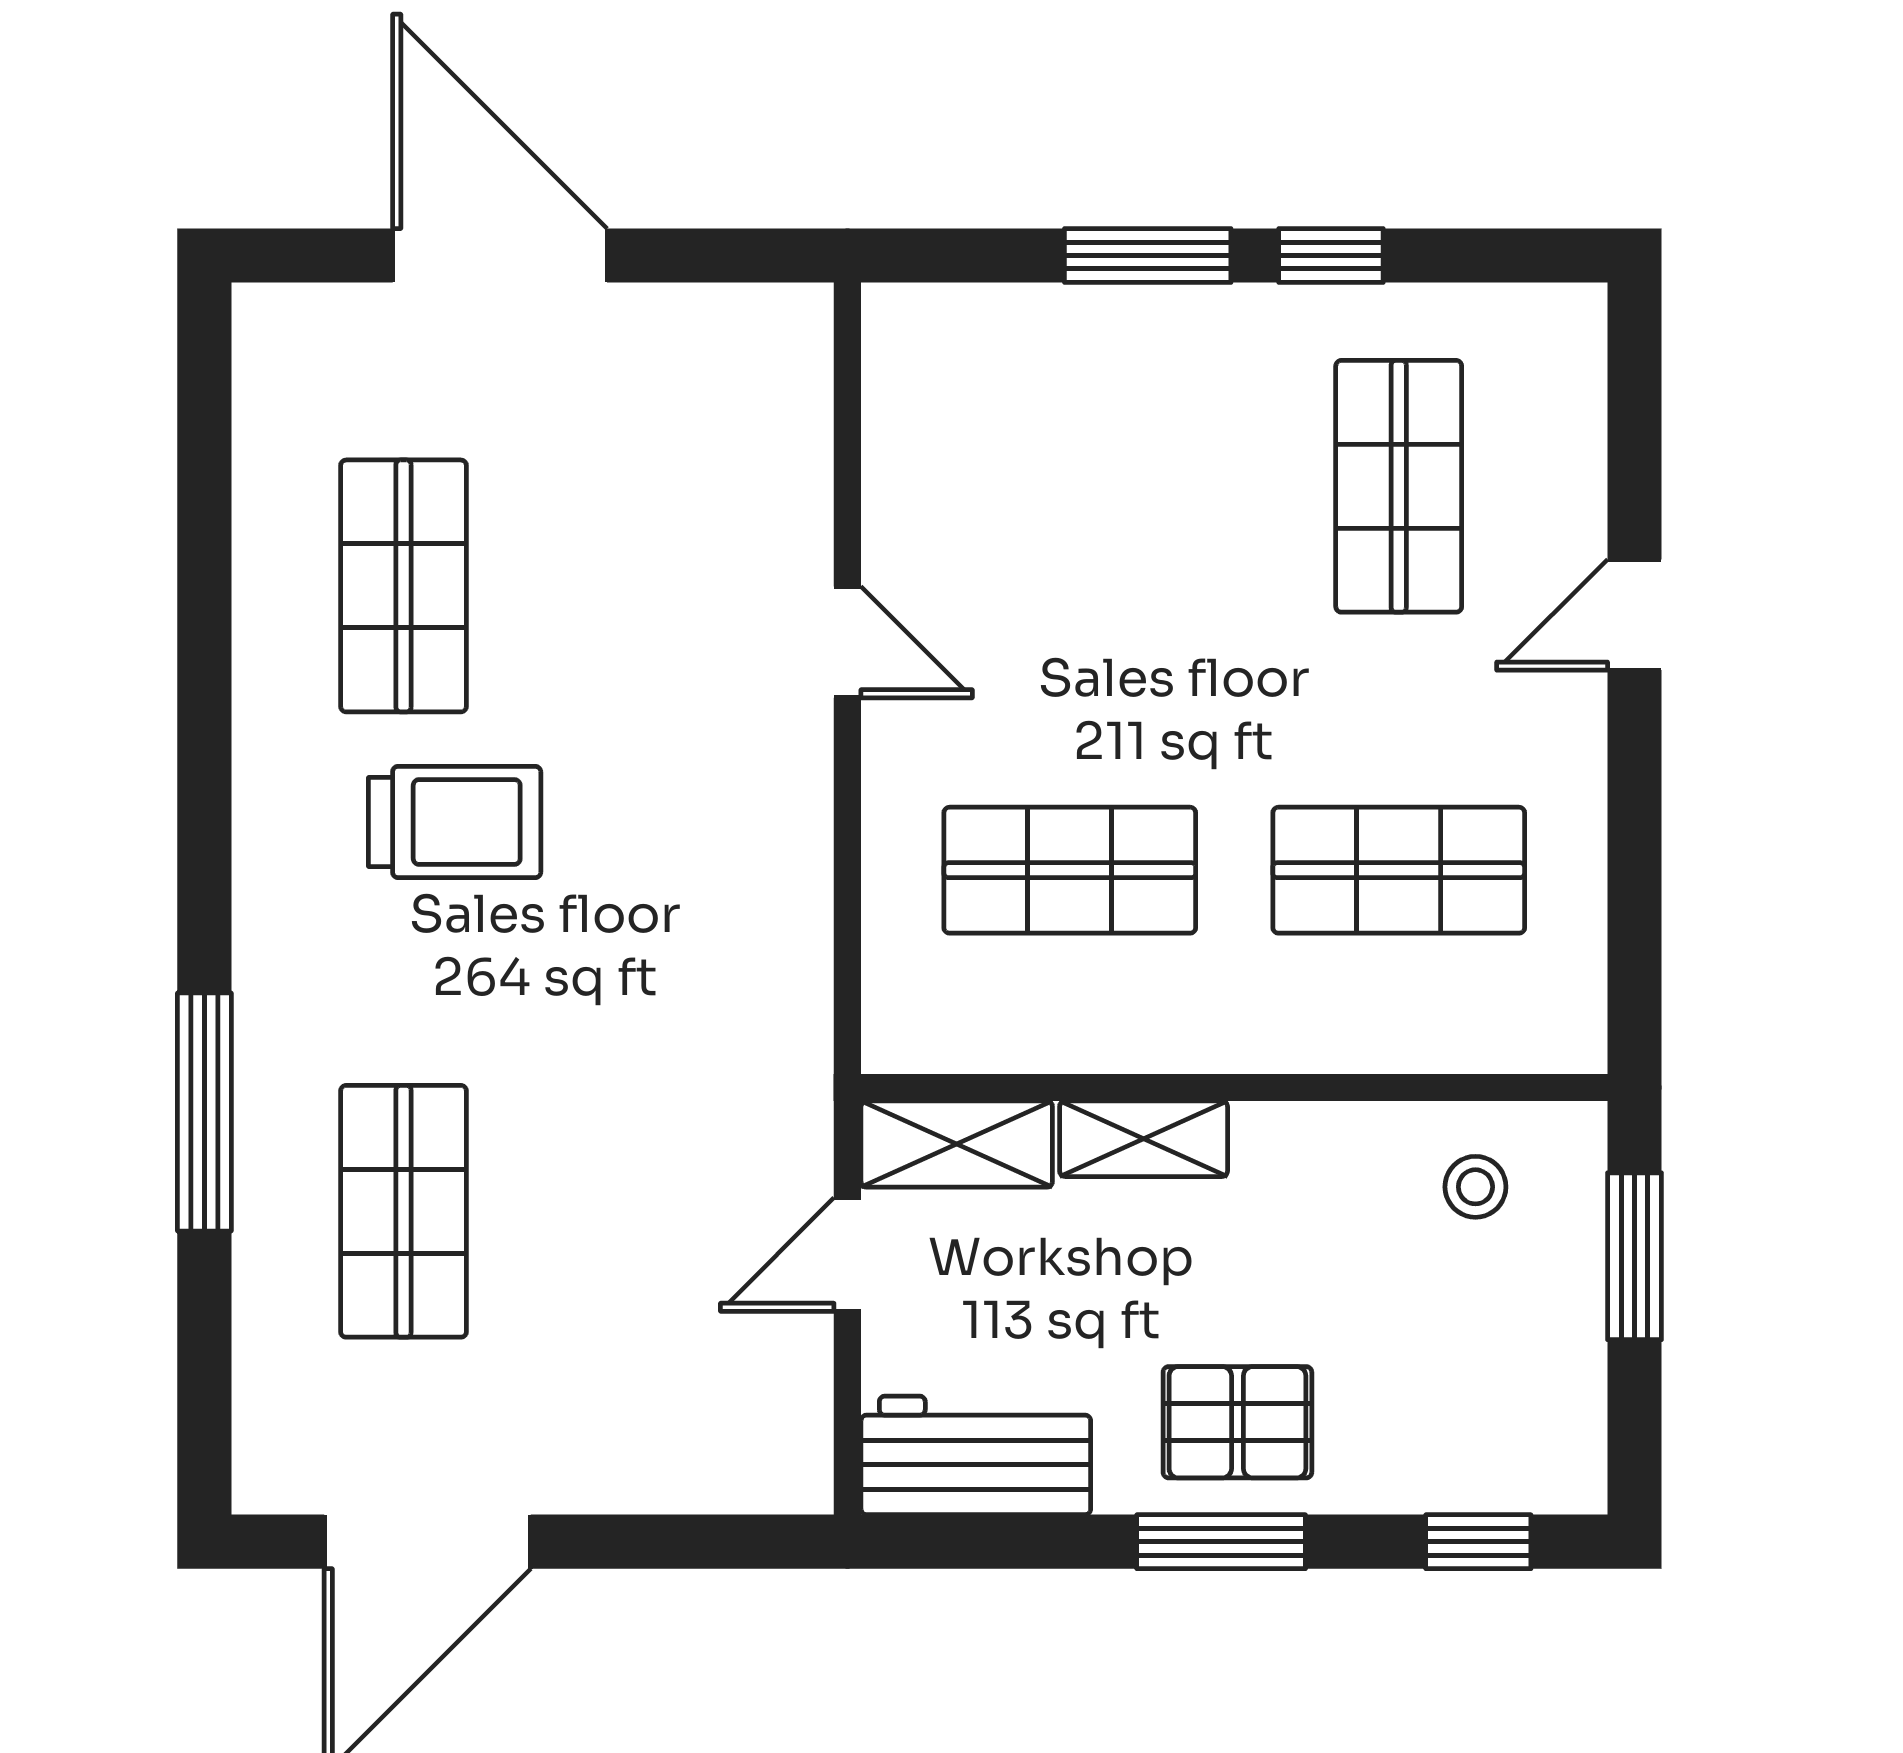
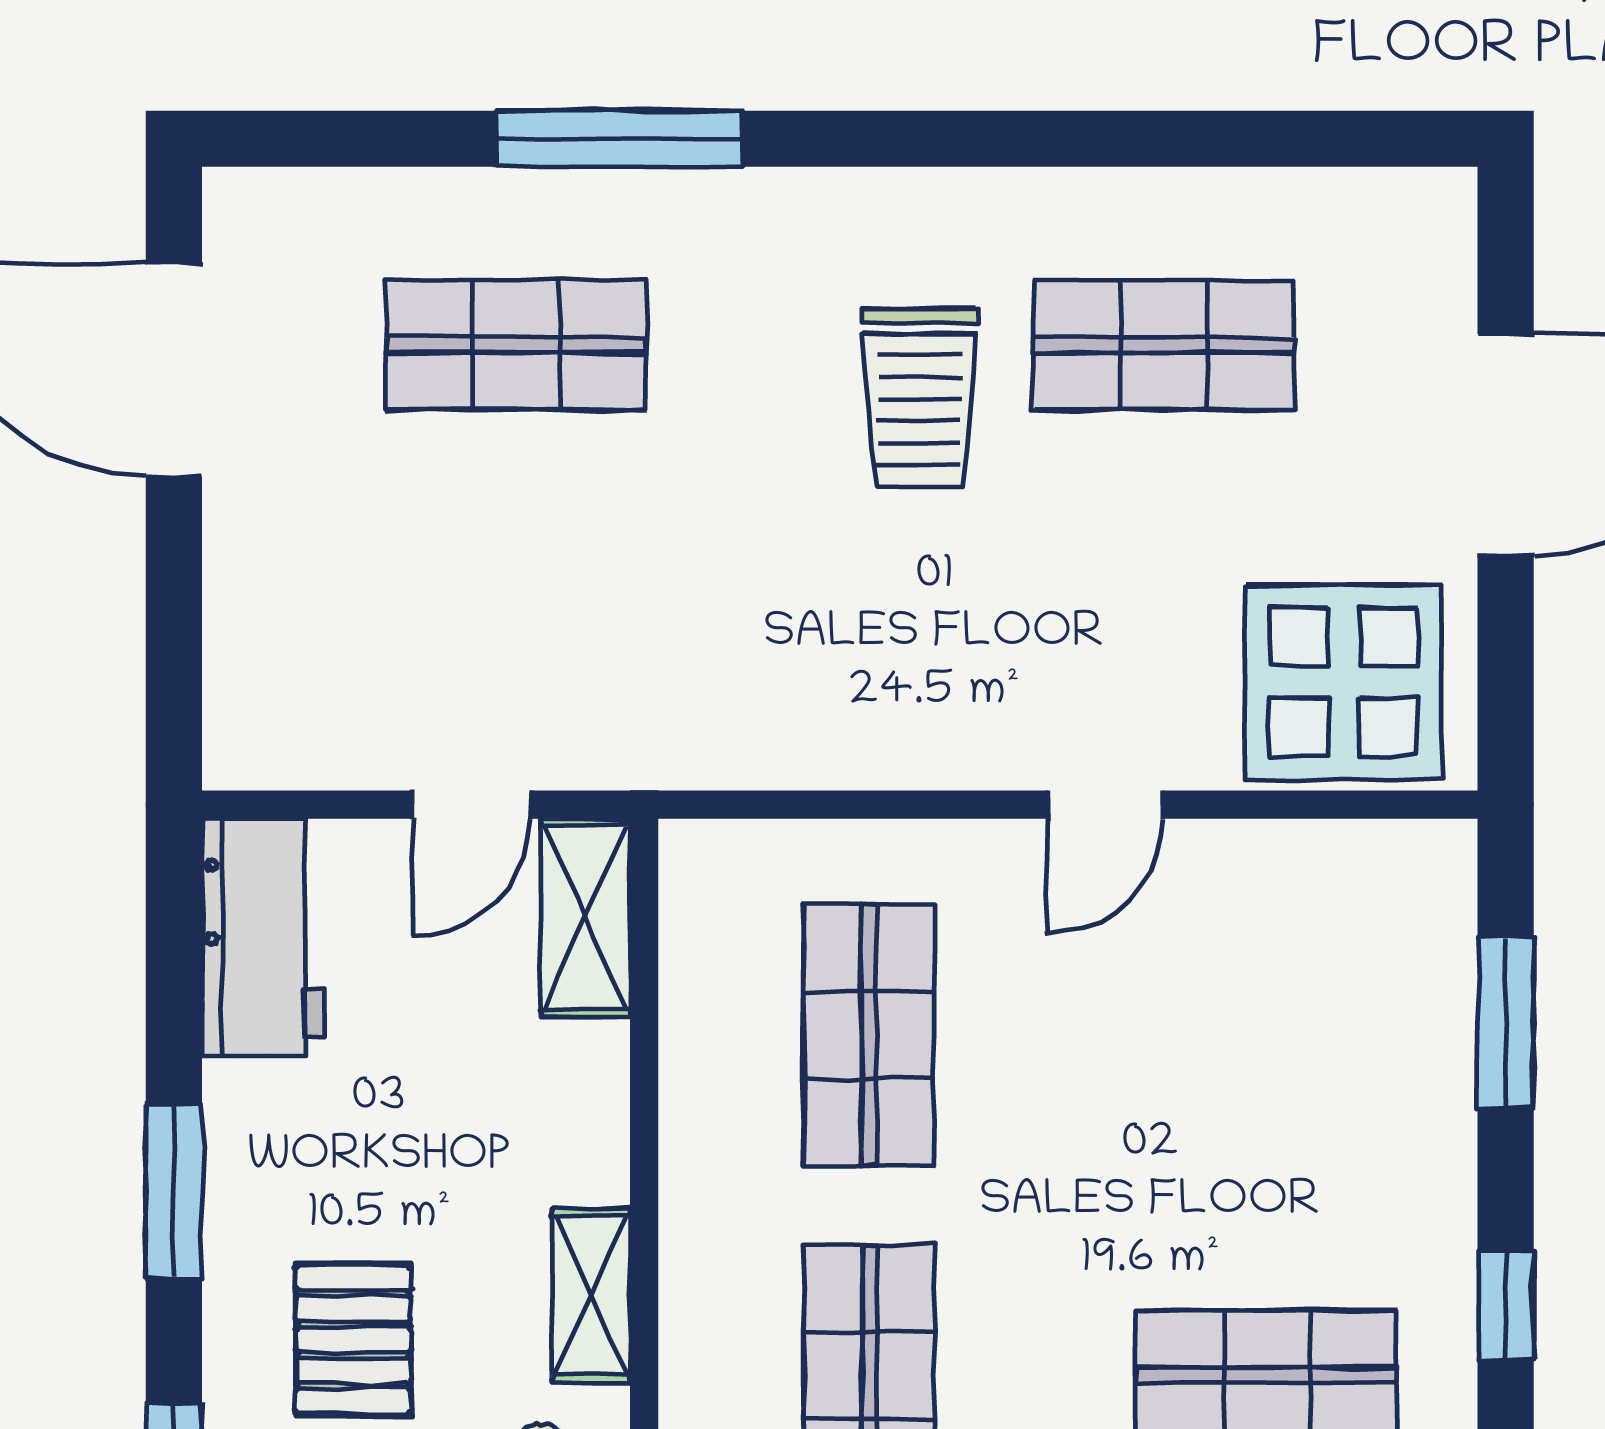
window: (1148, 256) -> (1506, 1022), moved
display table: (729, 412) -> (1344, 682), added
shelving: (1144, 1139) -> (591, 1295), moved
door: (847, 1255) -> (471, 805), swing flipped
pallet: (1237, 1422) -> (353, 1340), moved

